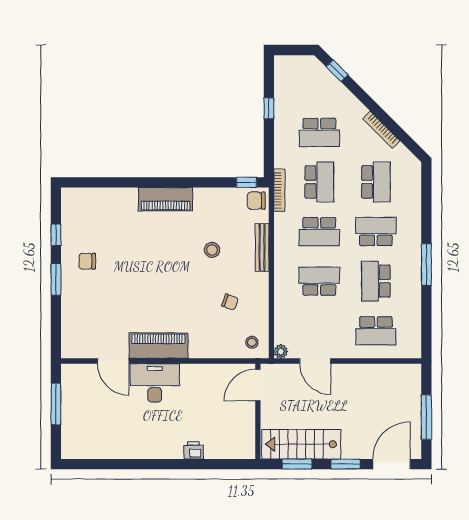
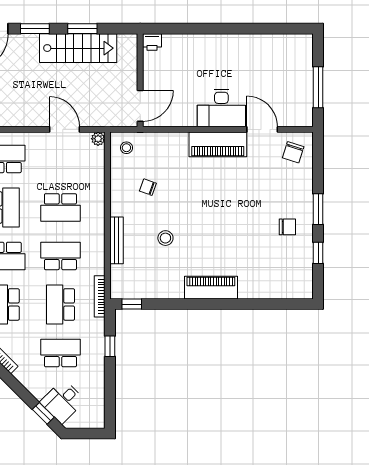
desk: (317, 83) -> (63, 401), added
window: (269, 108) -> (110, 346), moved
chair: (256, 201) -> (293, 152), moved, turned 108
door: (258, 385) -> (140, 106), moved
wall: (258, 411) -> (140, 80), moved
printer: (193, 450) -> (152, 42), moved

